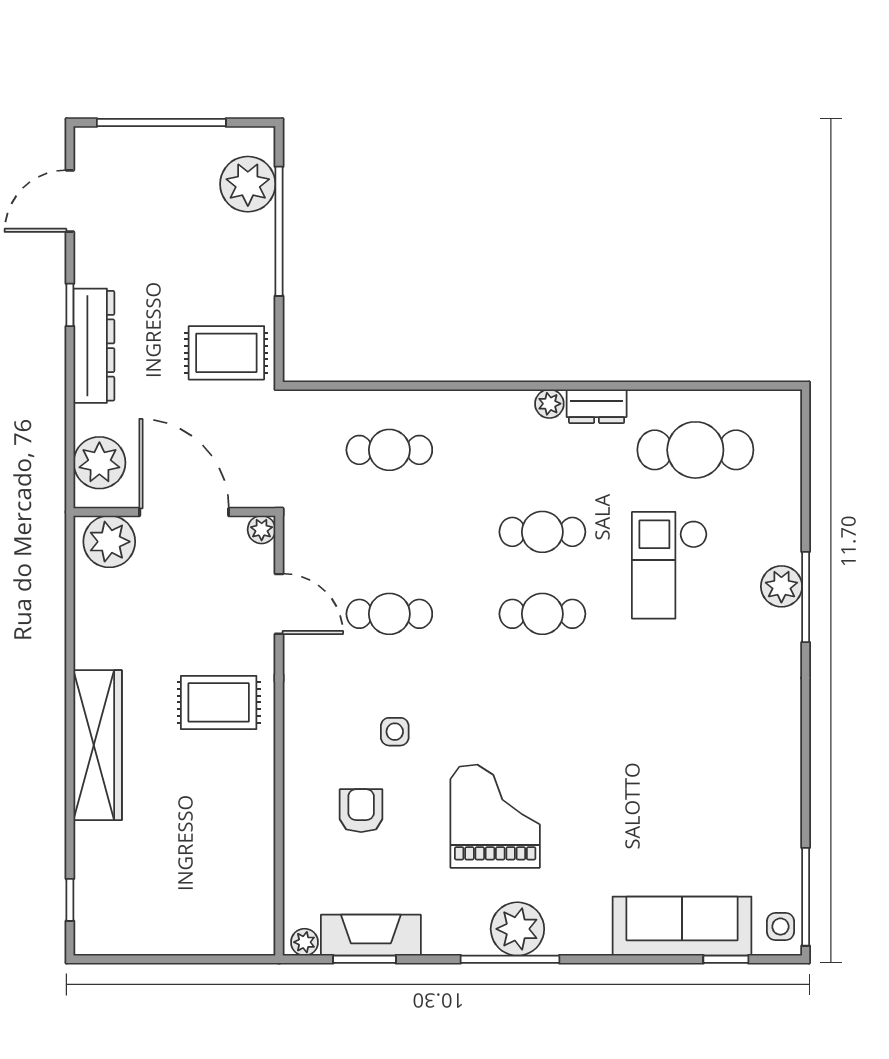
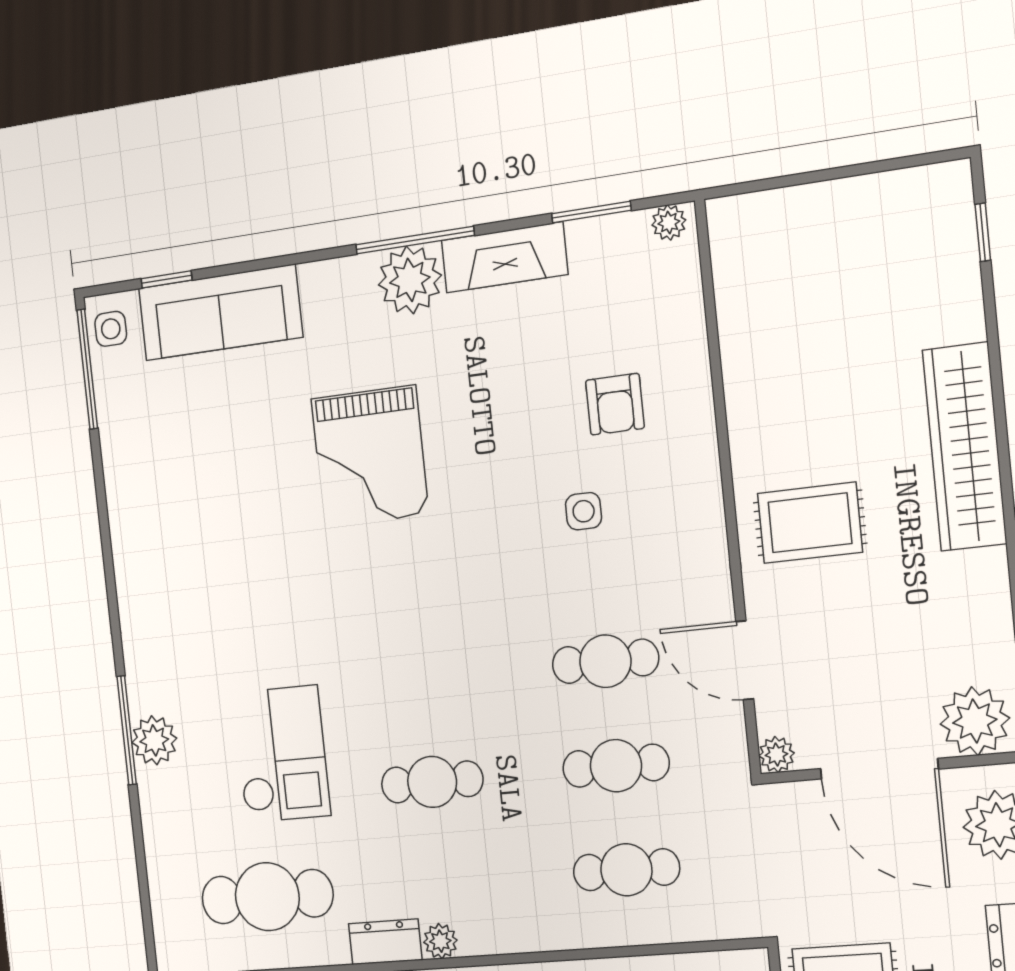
cafe table: (542, 614) -> (616, 766), moved
grand piano: (495, 816) -> (370, 456), moved
fireplace: (371, 935) -> (504, 257), moved

